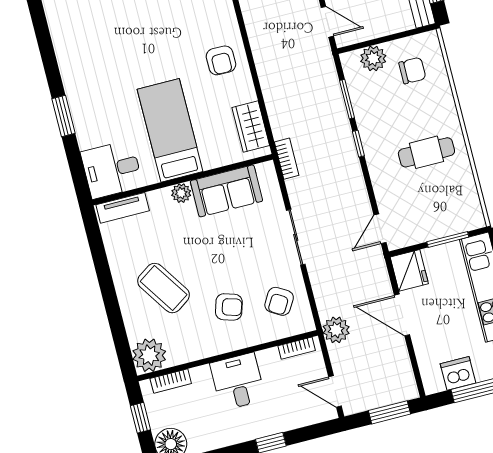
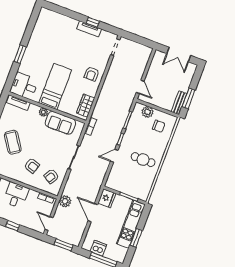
door: (380, 229) -> (114, 156), moved

